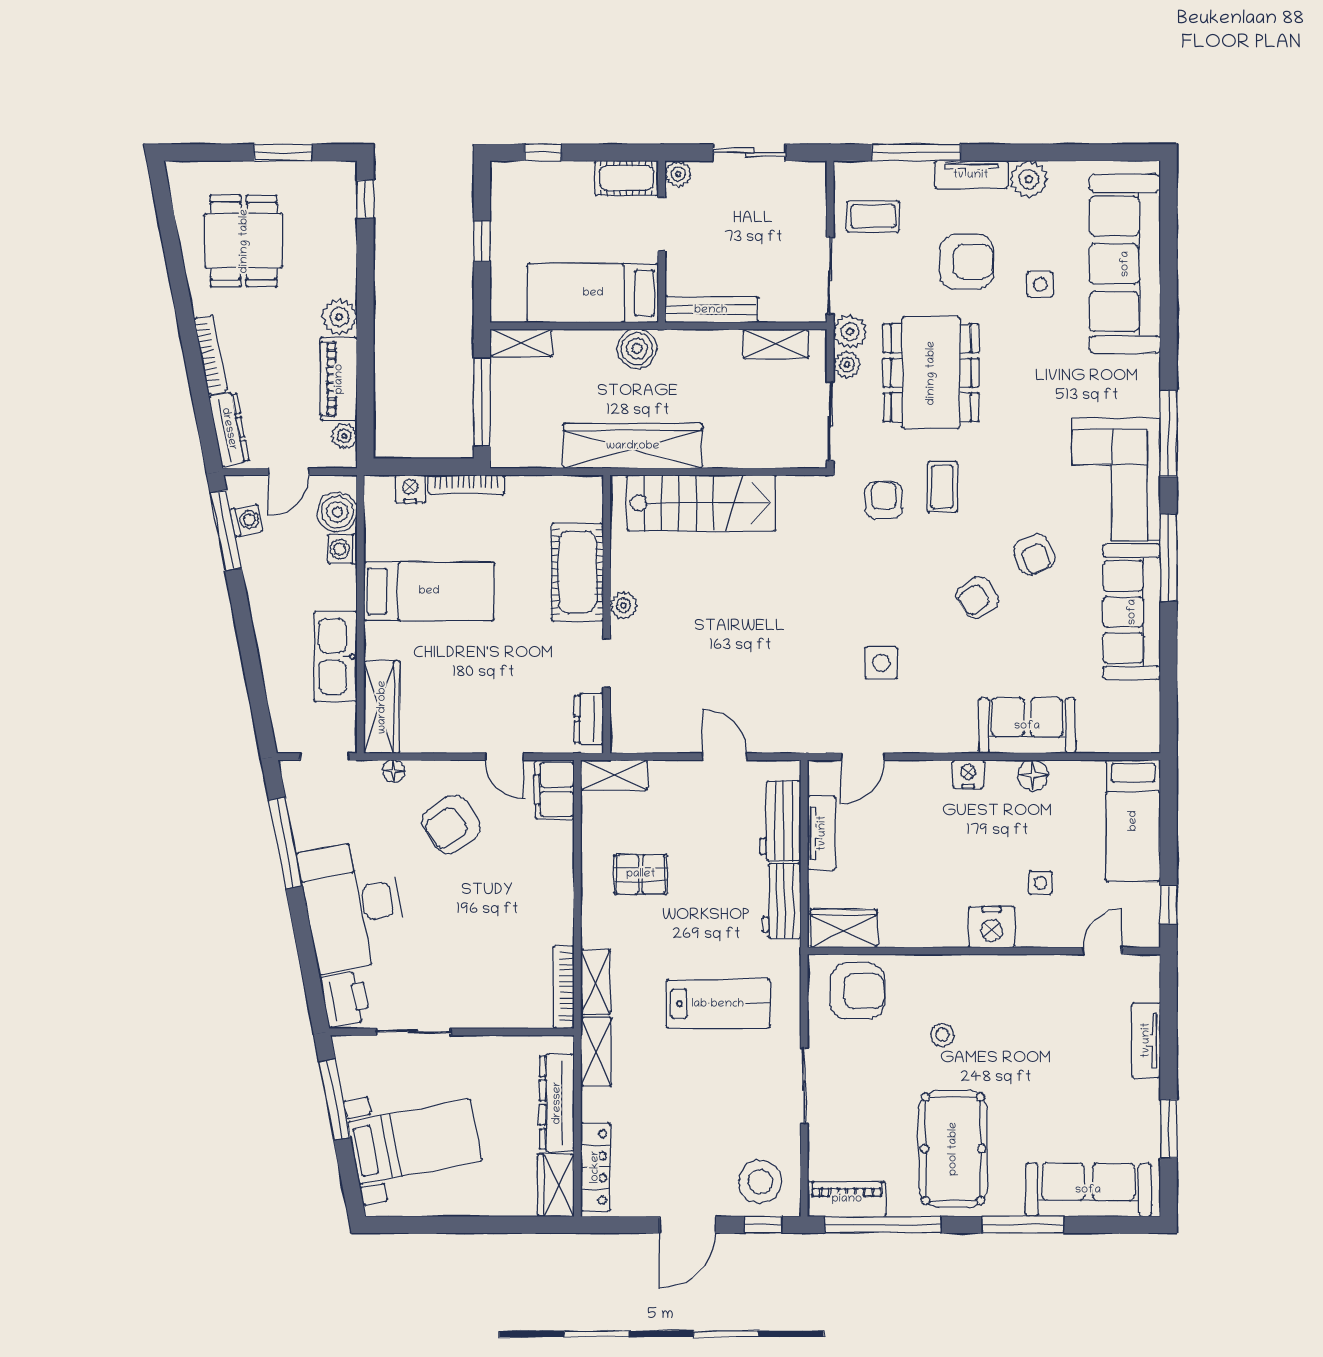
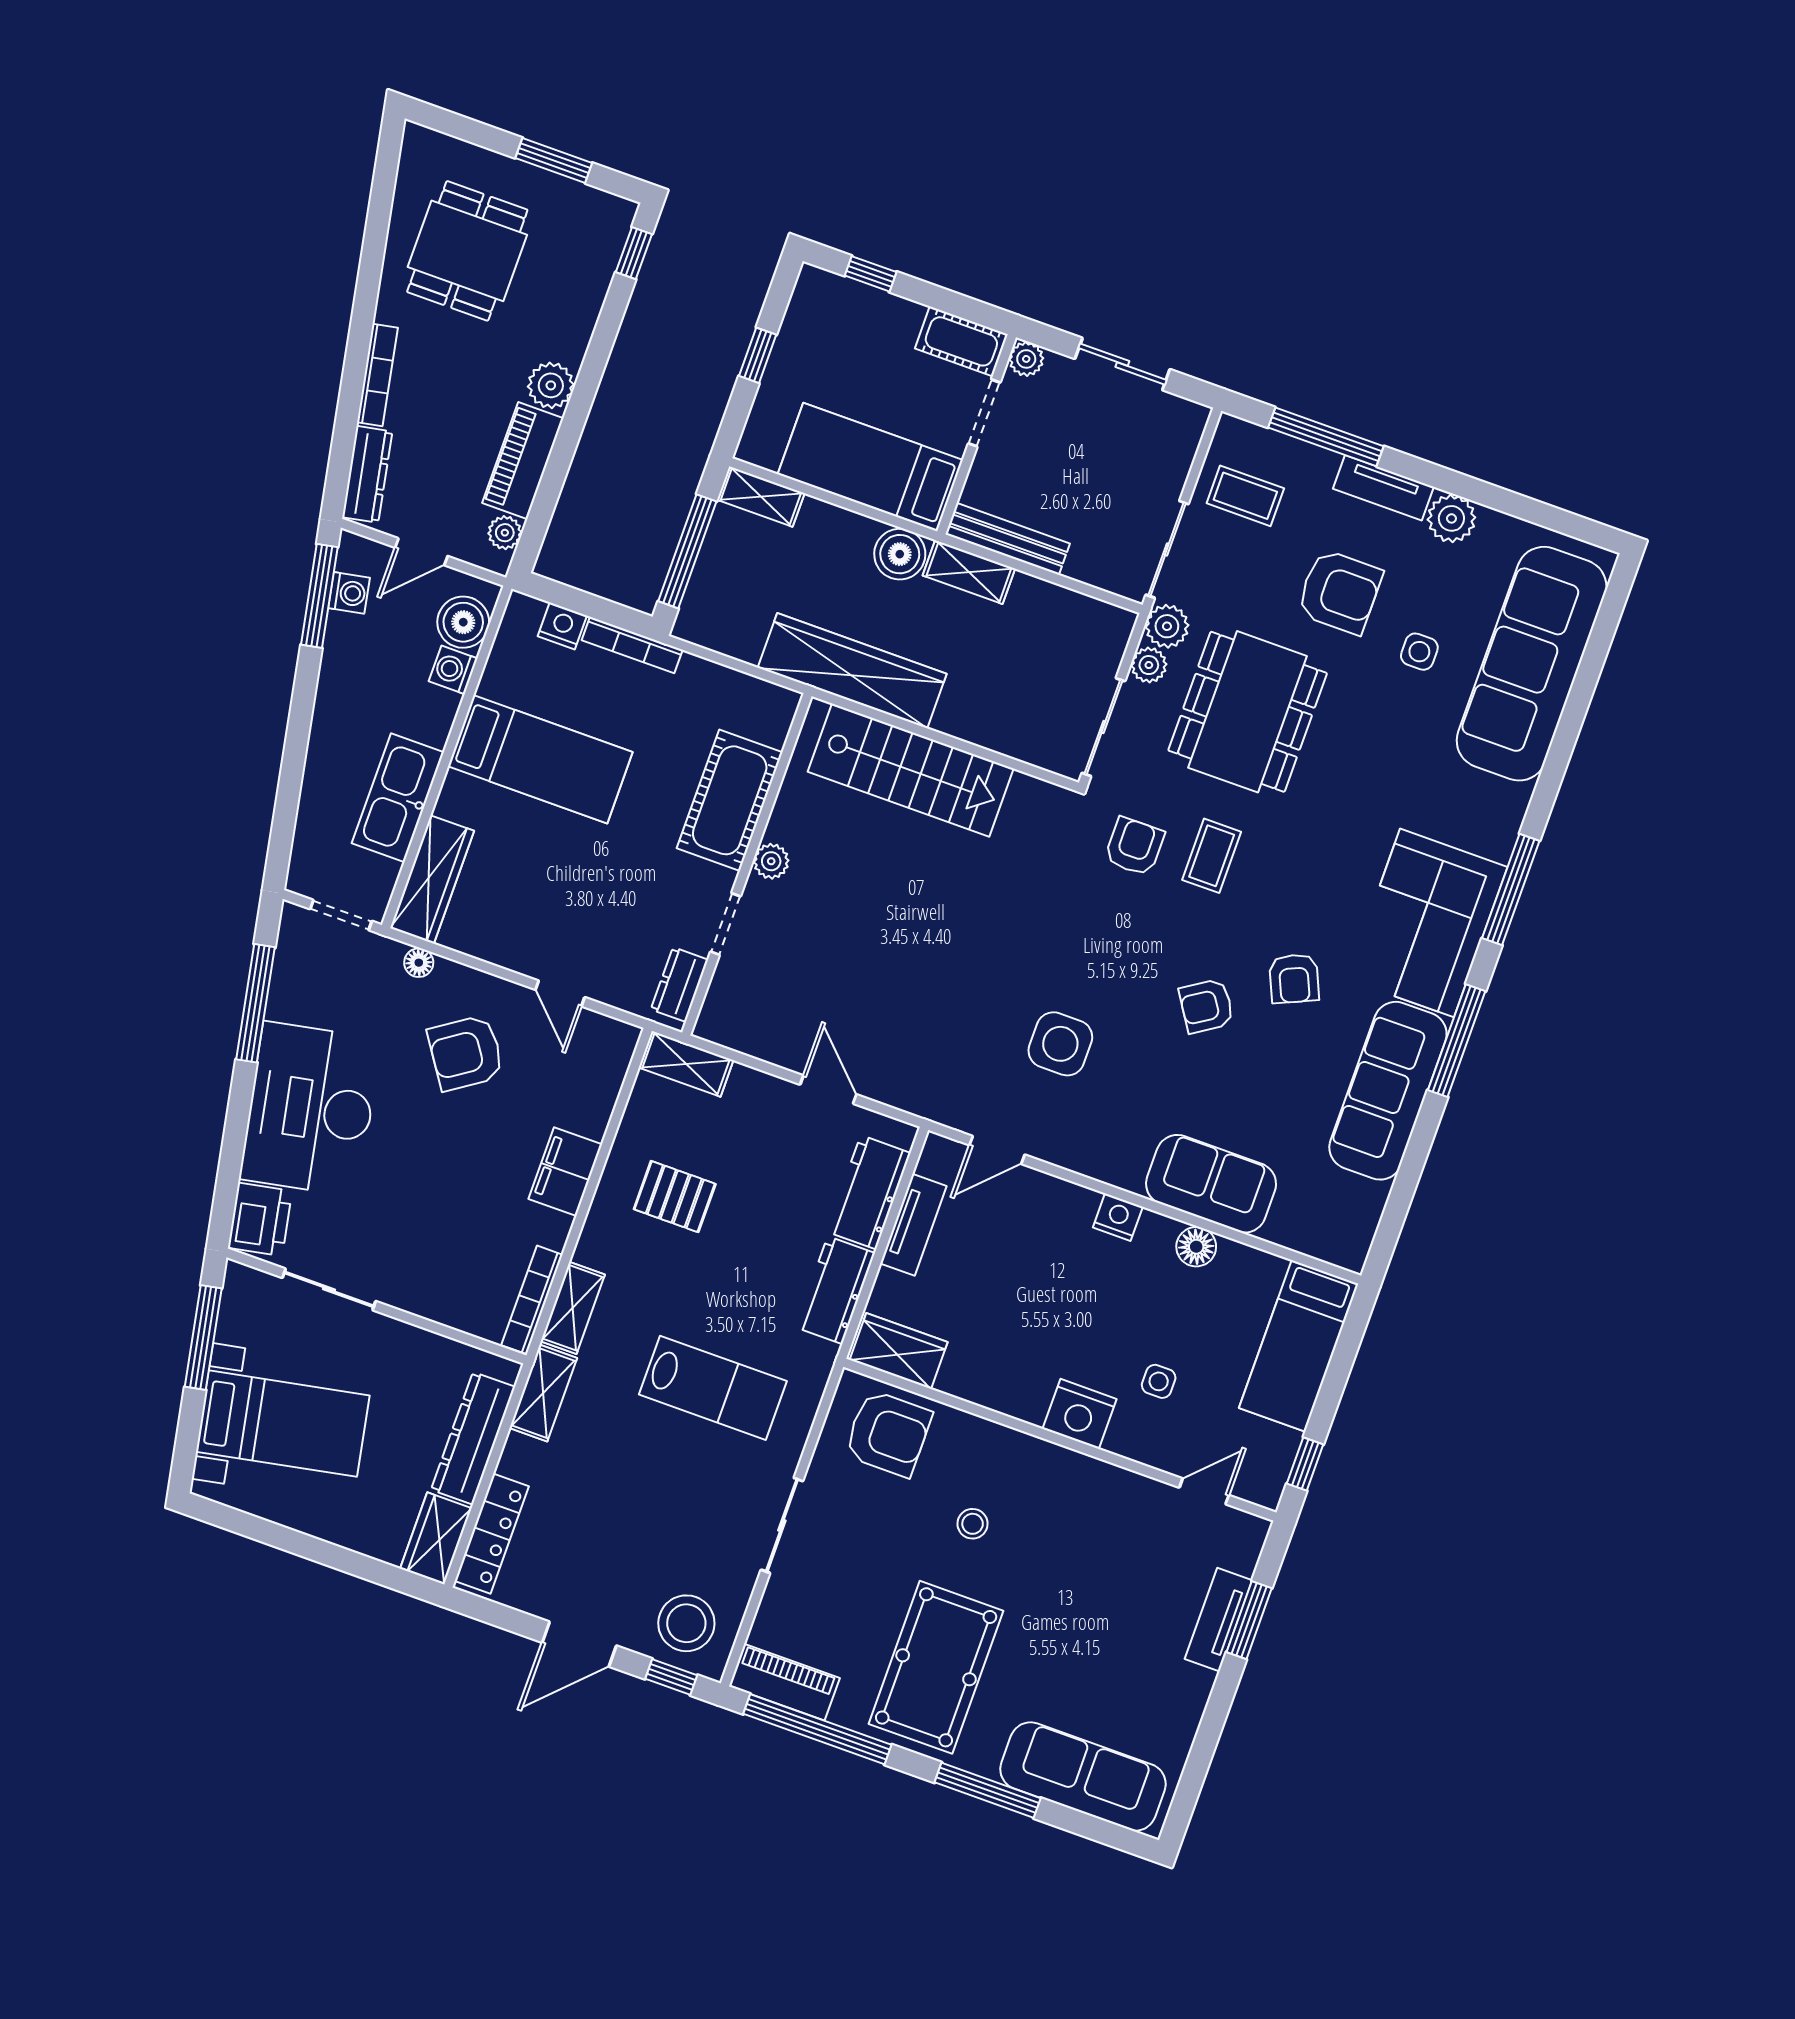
shelving: (776, 344) -> (969, 572), moved
side table: (881, 663) -> (1060, 1044), width x1.37, depth x1.37
filing cabinet: (554, 789) -> (565, 1172), moved
window: (1169, 1129) -> (1249, 1620), moved

